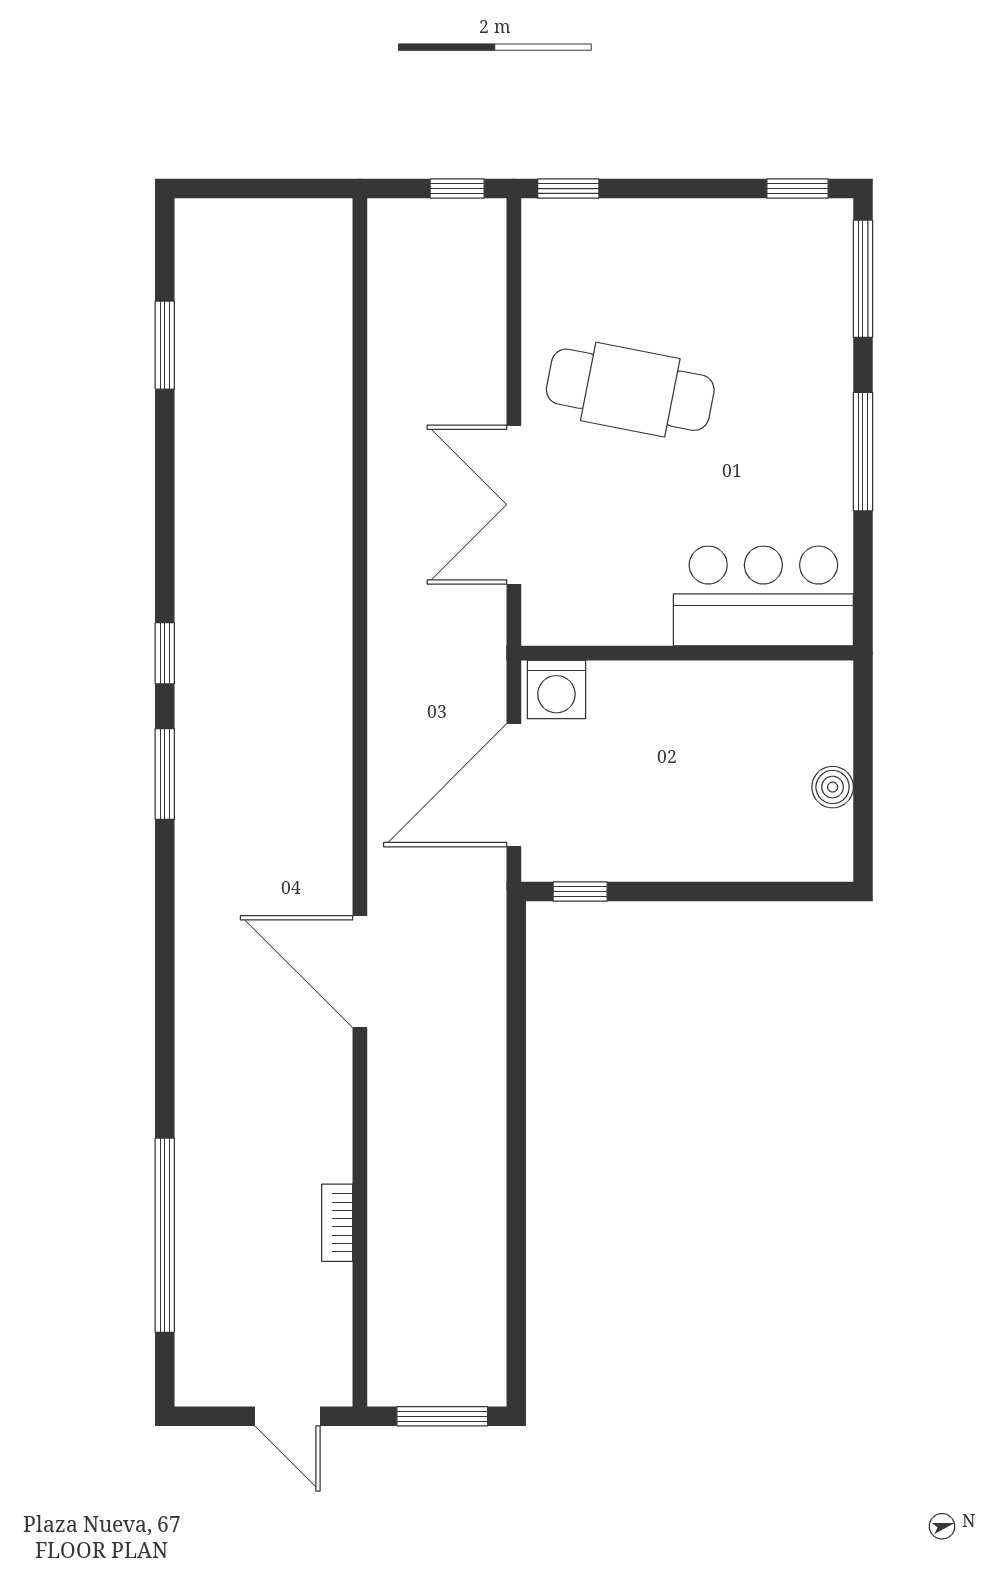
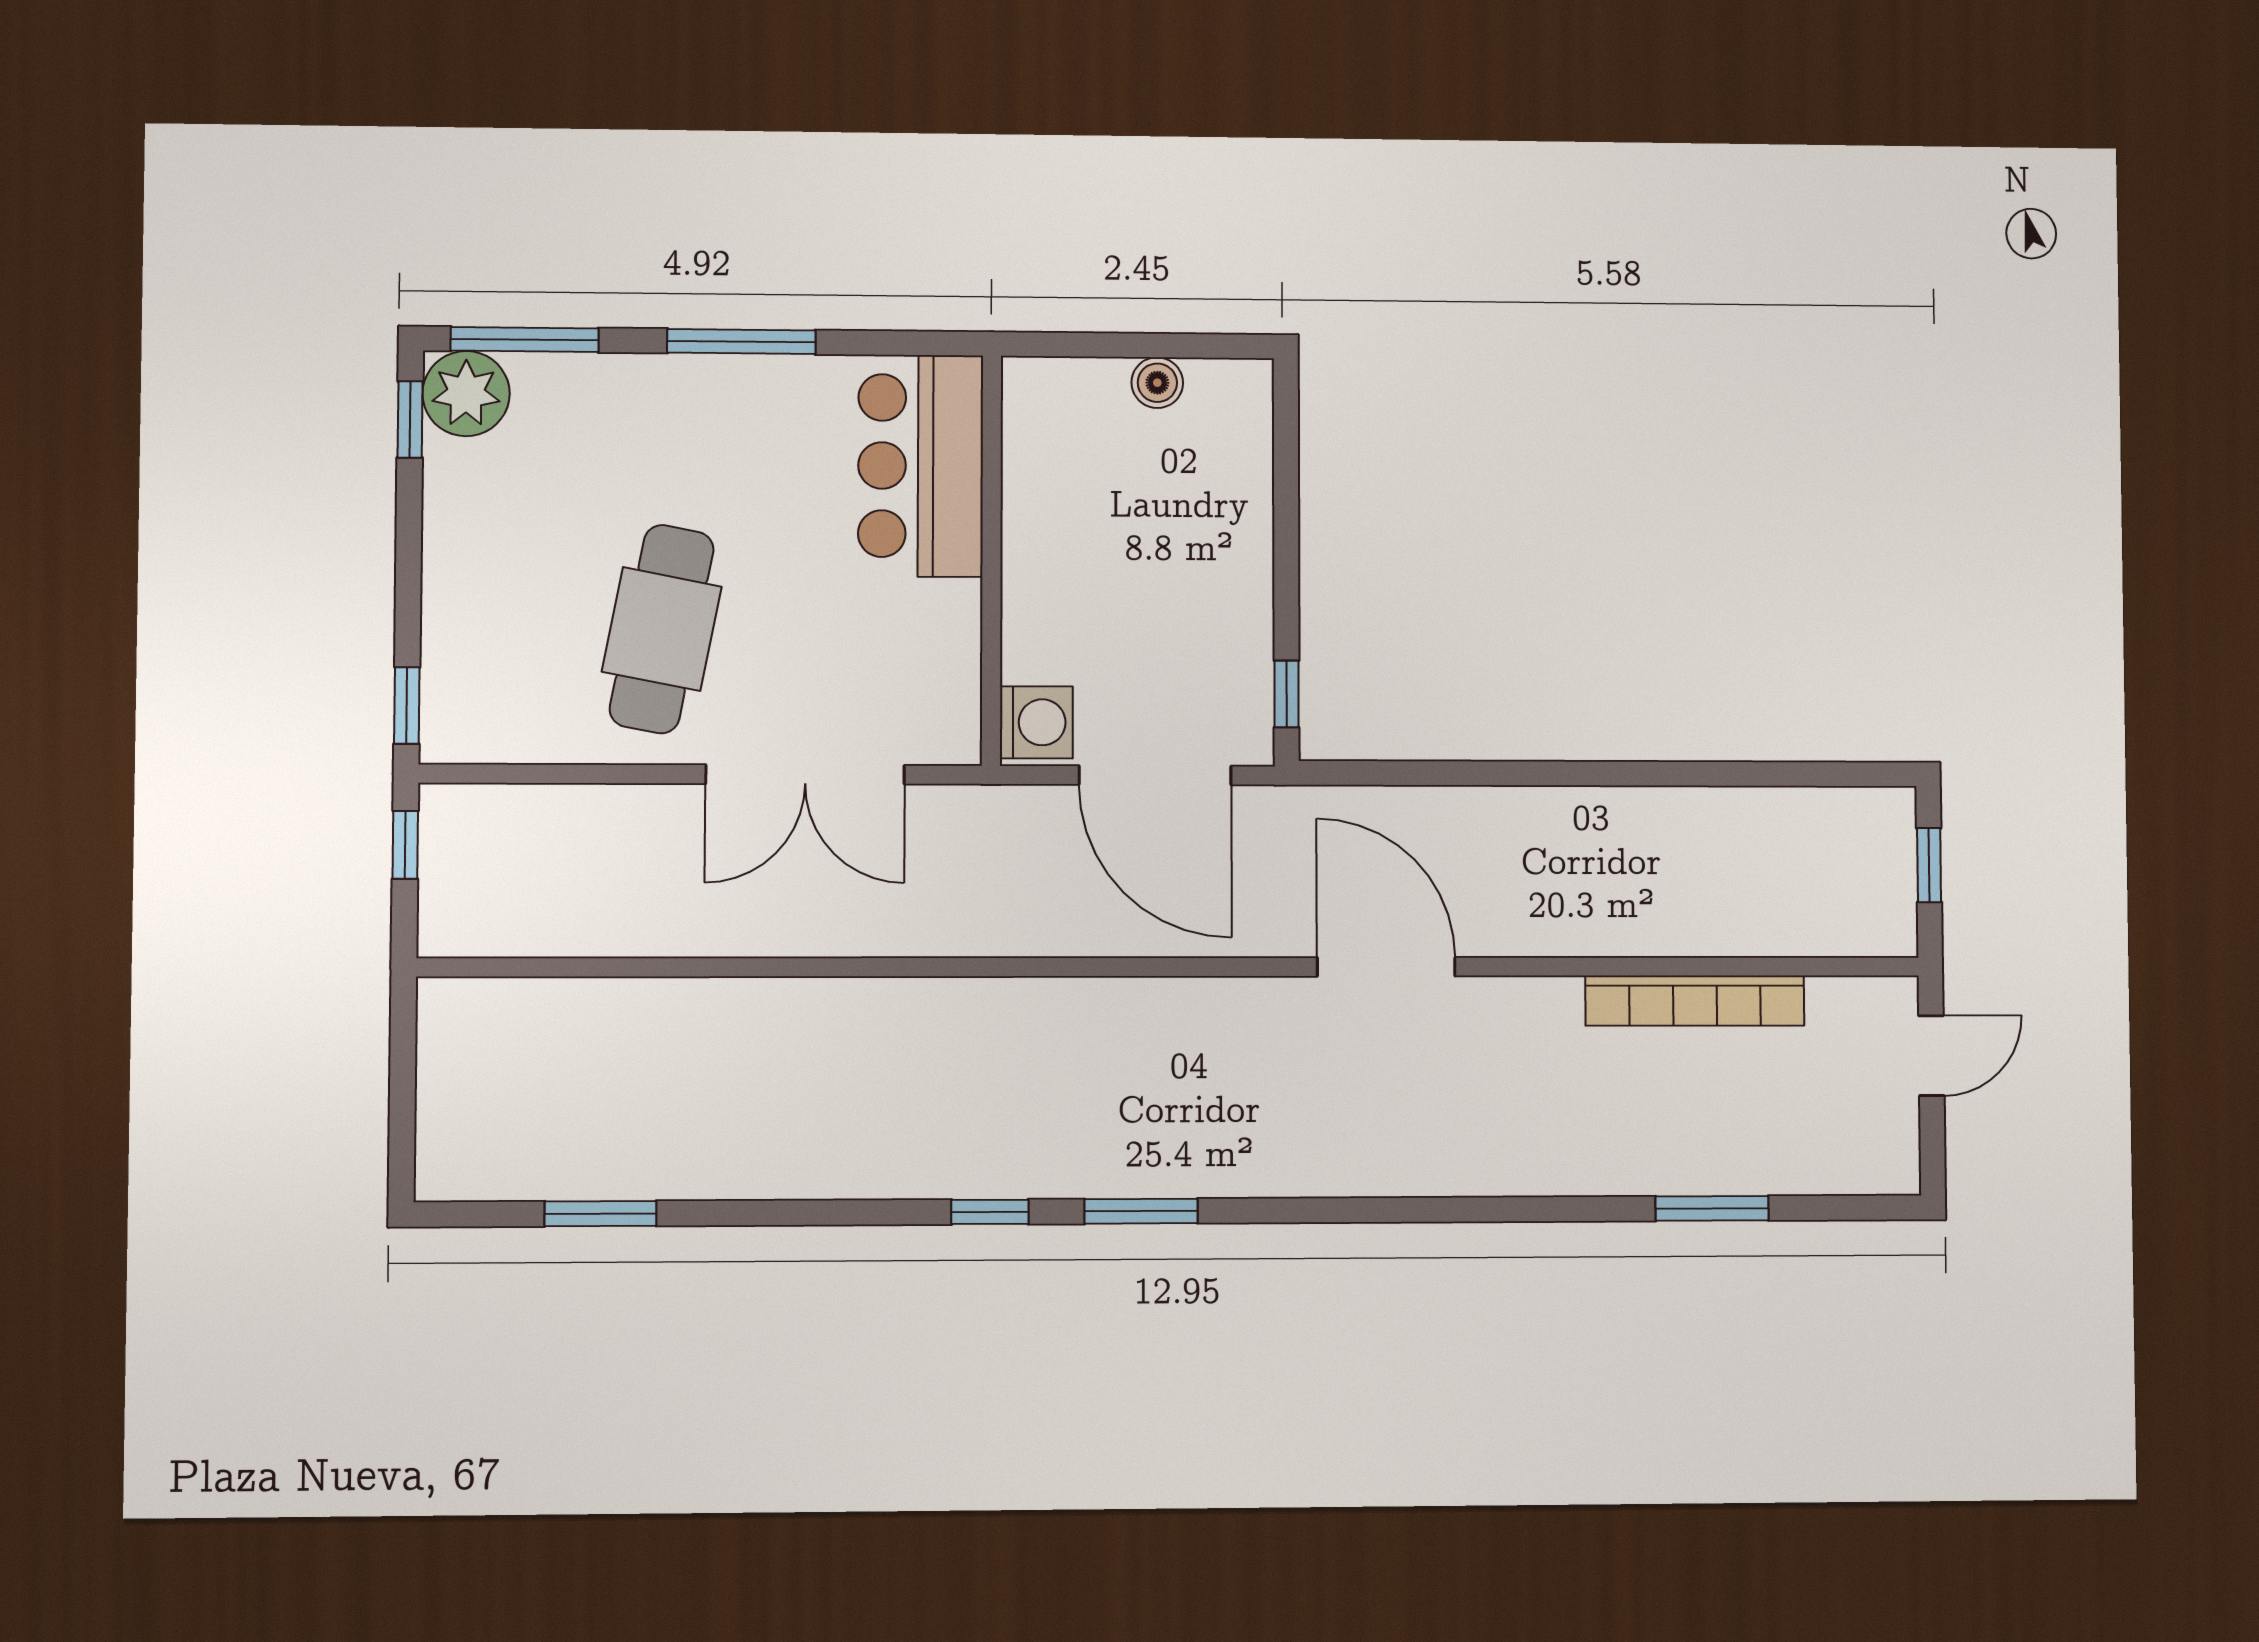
plant: (819, 233) -> (466, 394), added
door: (360, 972) -> (1386, 967), swing flipped
bookcase: (337, 1223) -> (1695, 1001), width x2.31, depth x1.31
window: (165, 1235) -> (1712, 1208), width x0.47
window: (442, 1416) -> (1929, 865), width x0.67

